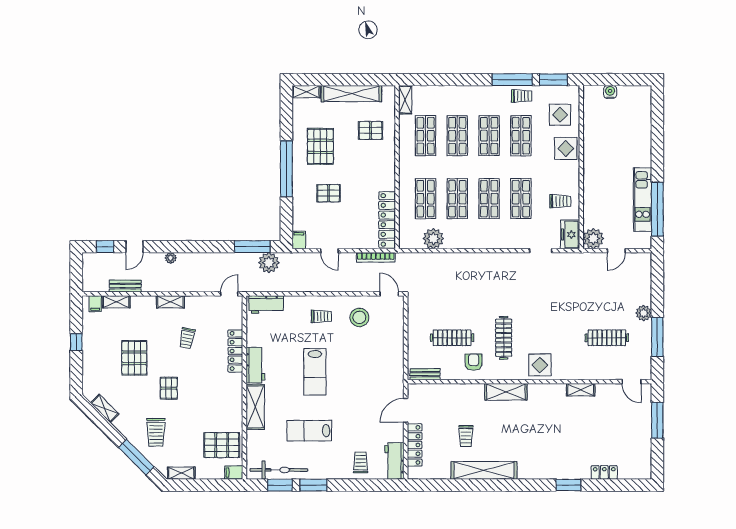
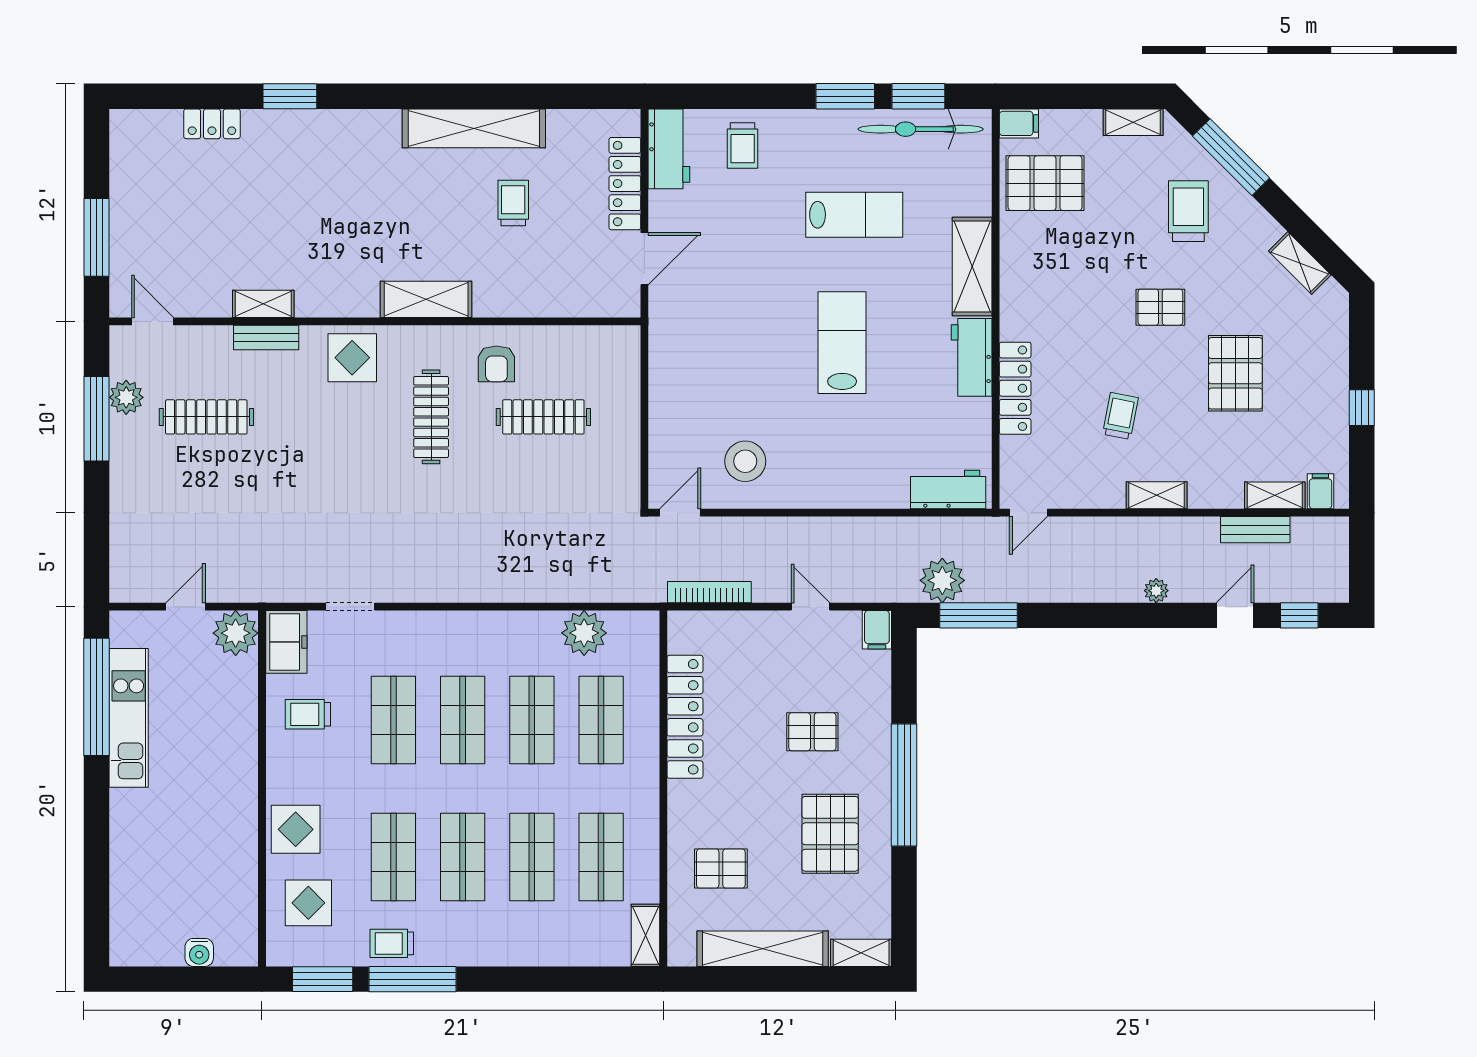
locker: (387, 220) -> (685, 717), moved
door: (389, 294) -> (680, 513), swing flipped
plant: (644, 313) -> (126, 397), moved
trolley: (321, 316) -> (828, 464), removed
bench: (425, 374) -> (266, 338), moved
pallet: (169, 388) -> (1160, 307), turned 90

